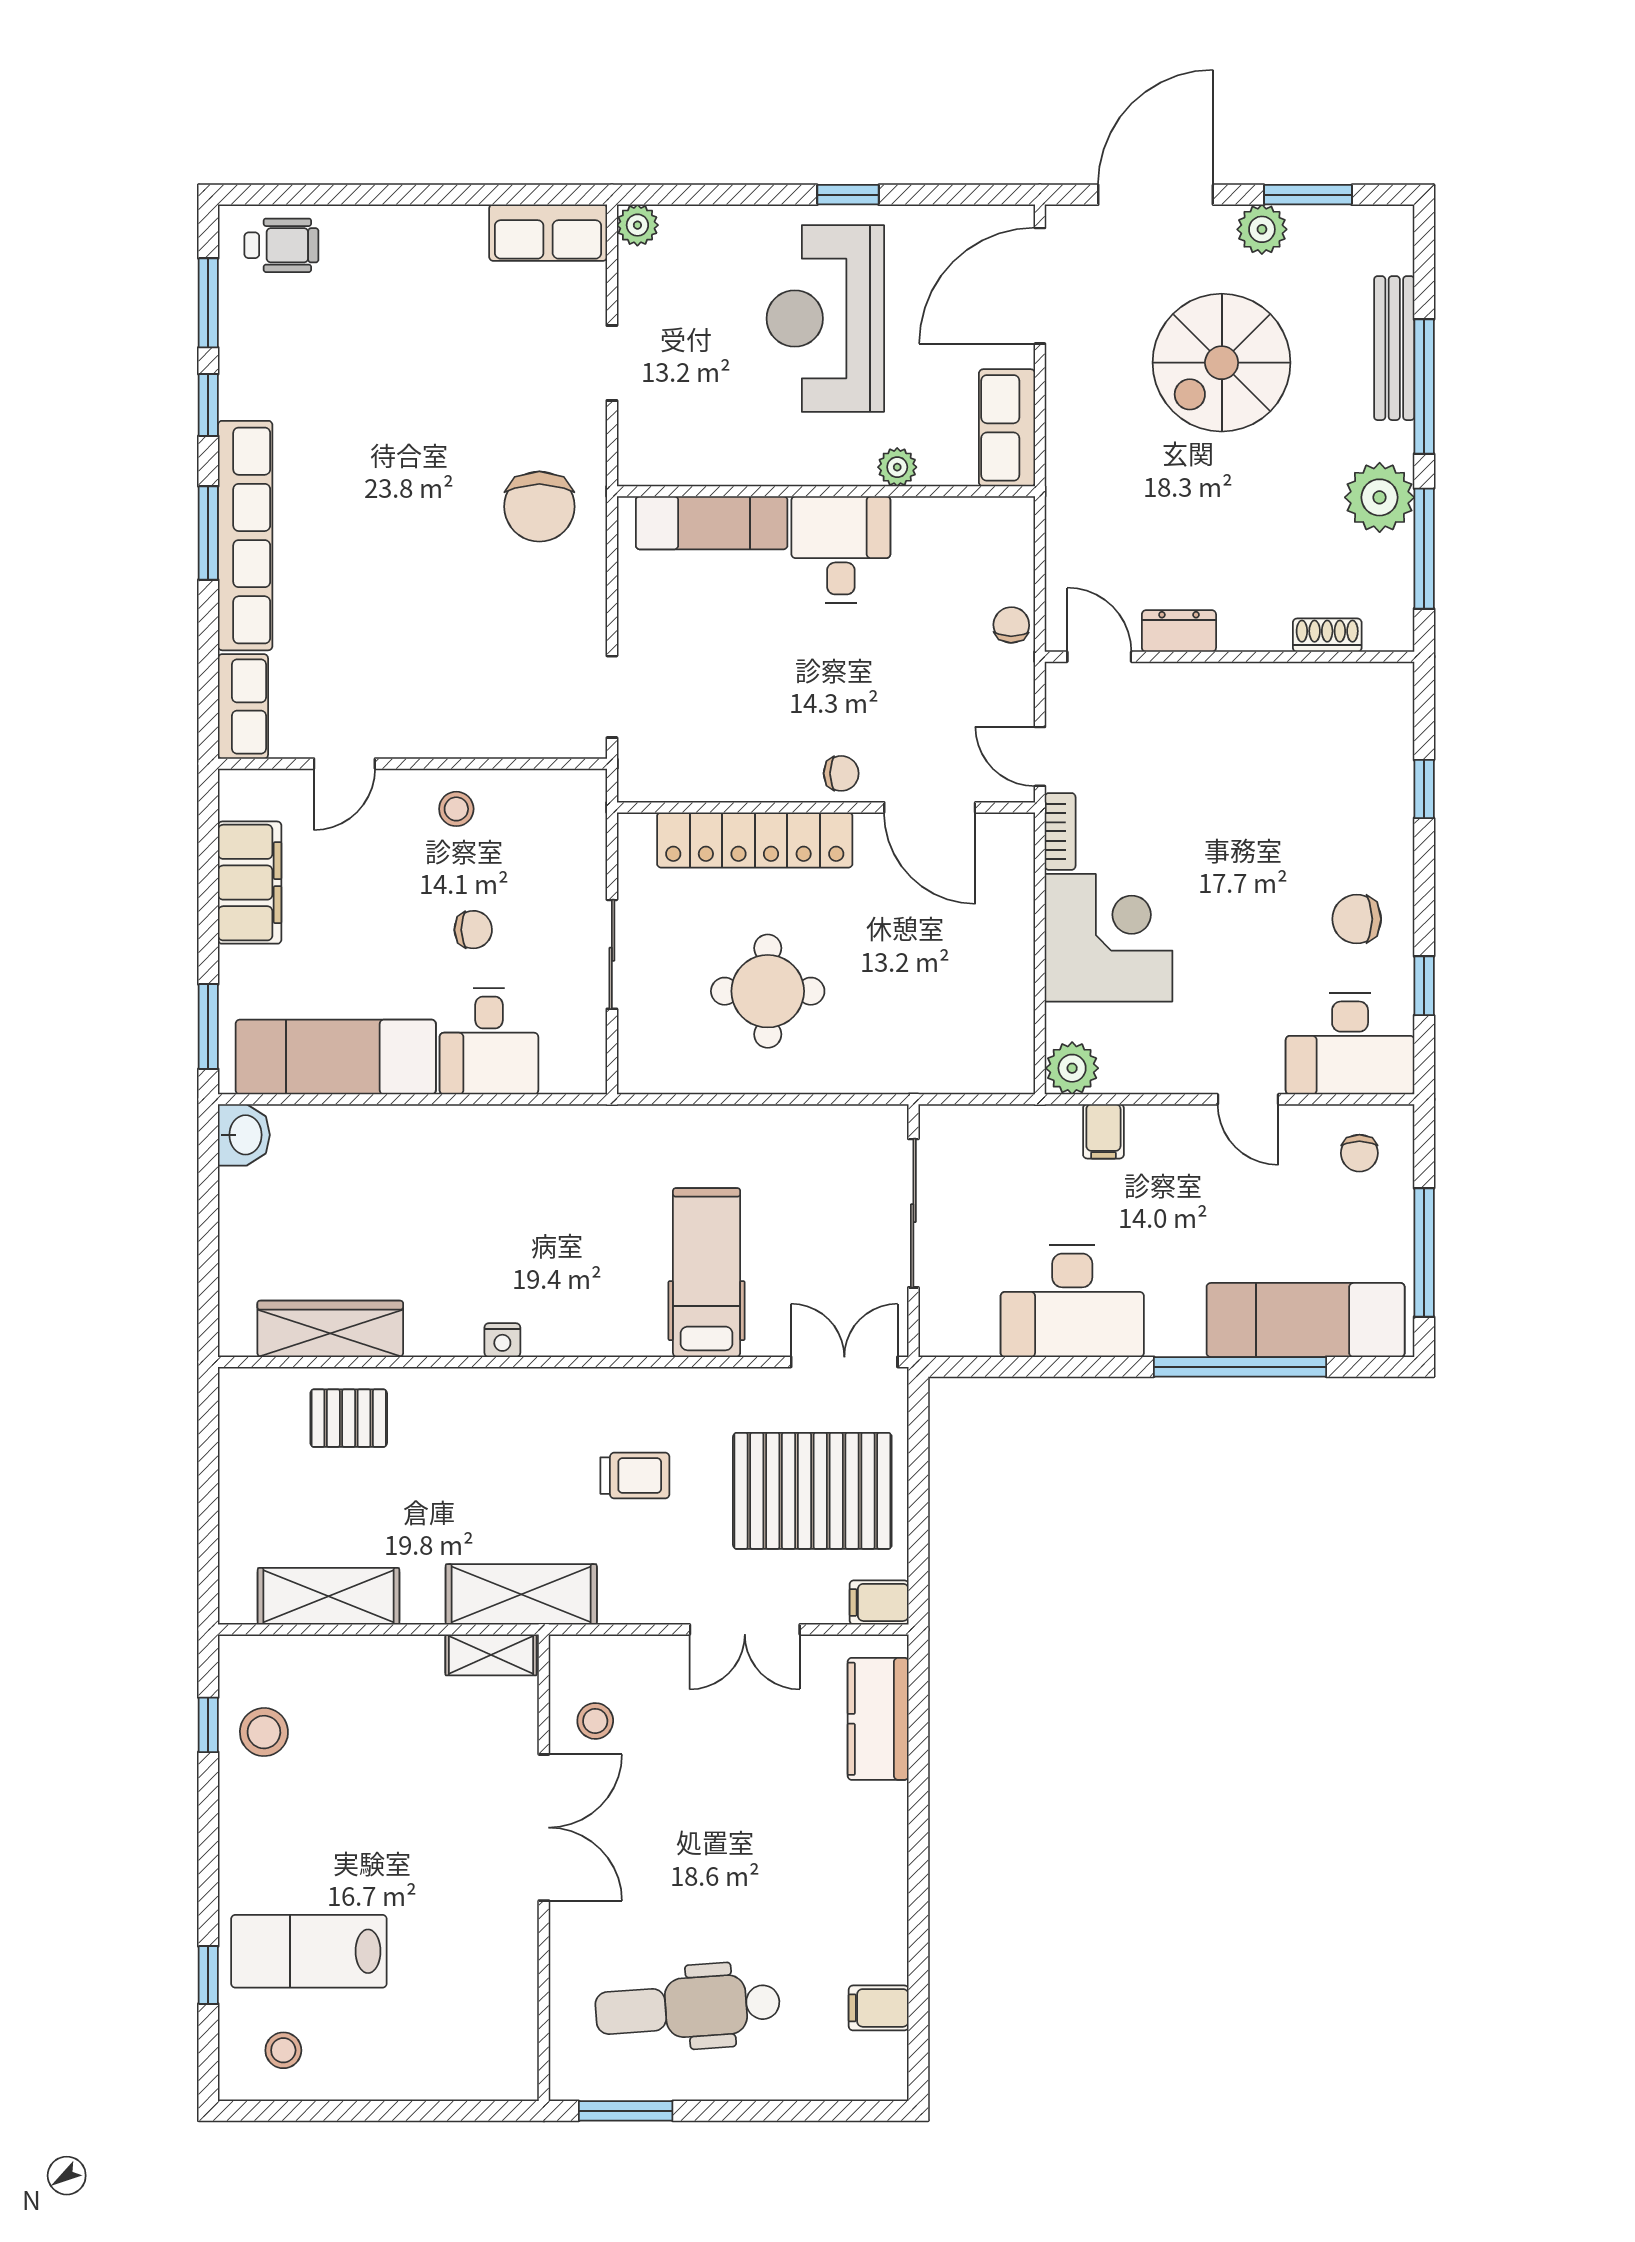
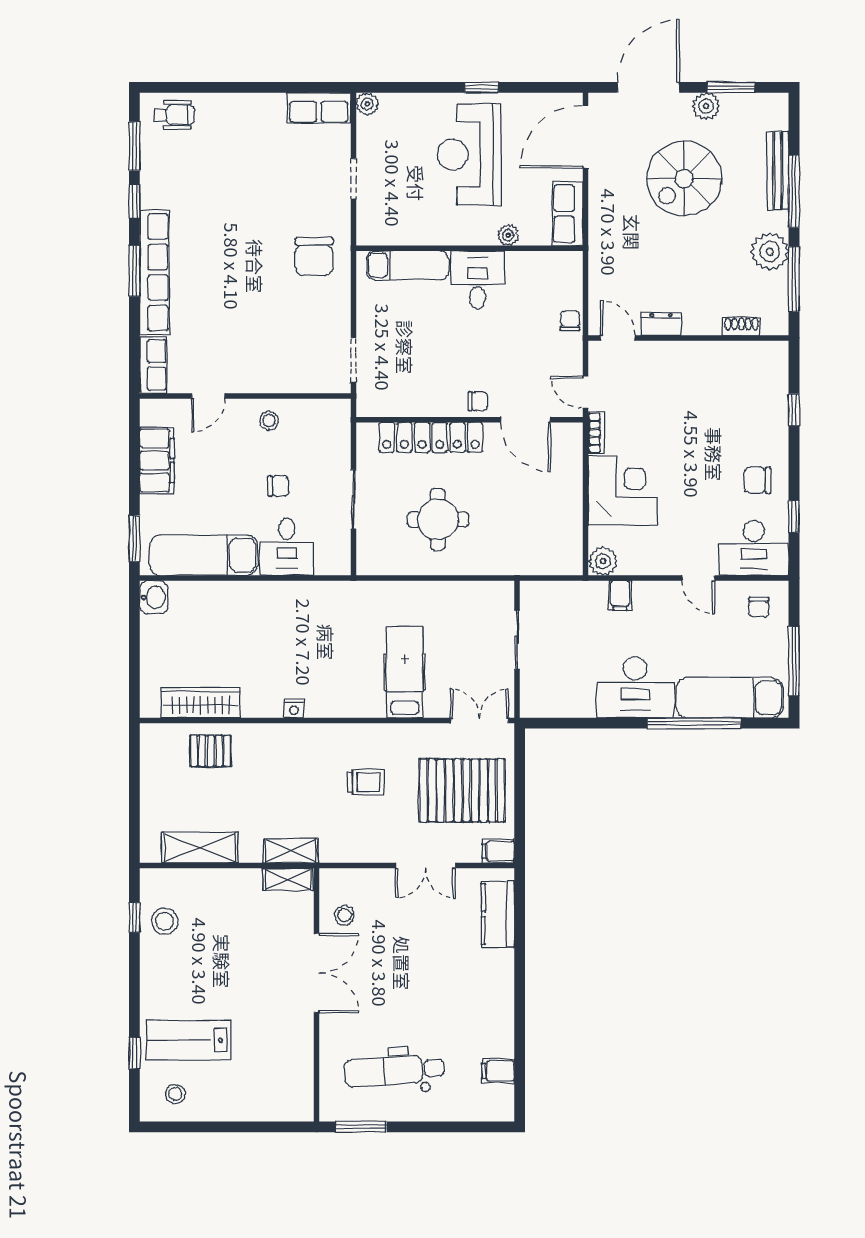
sliding door: (913, 1213) -> (517, 640), width x0.73
desk: (1072, 1301) -> (635, 687), moved
shelving: (521, 1594) -> (291, 851), width x0.67, depth x0.75

